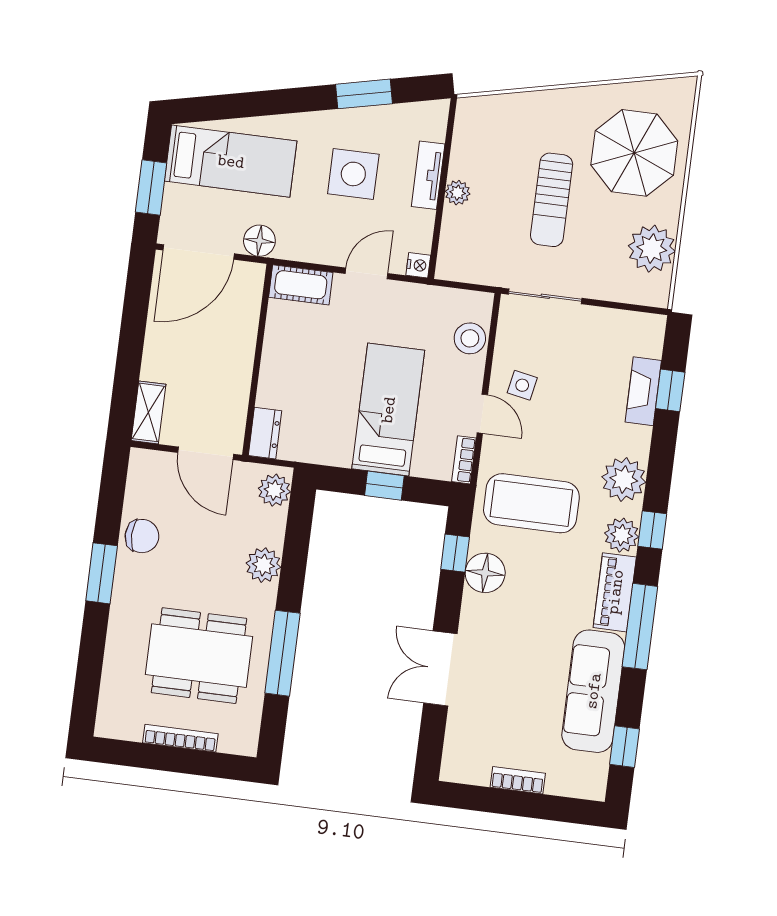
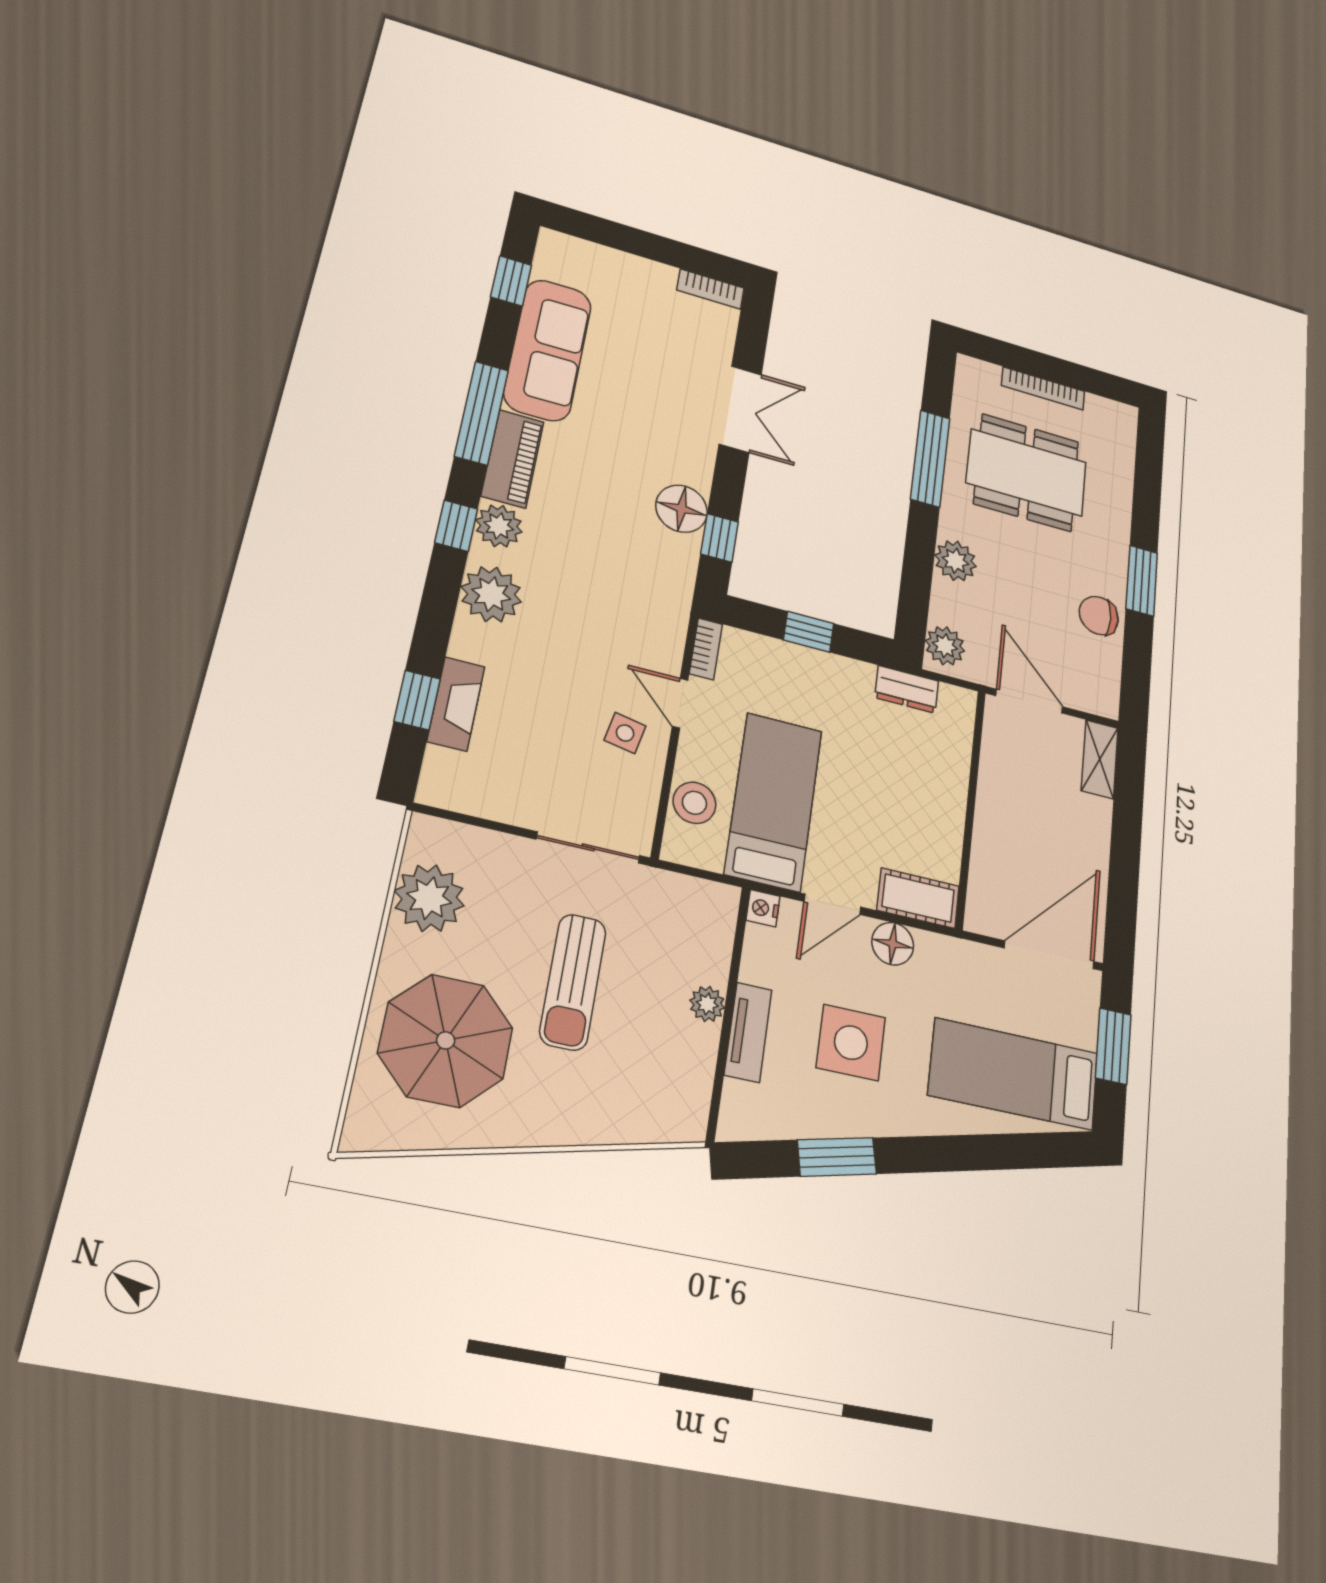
sun lounger: (552, 200) -> (573, 982), turned 180
floor lamp: (259, 241) -> (893, 944), moved
bed: (388, 410) -> (774, 802), moved, turned 180
dresser: (265, 433) -> (907, 689), moved, turned -90
coffee table: (531, 503) -> (618, 583), removed
bookcase: (518, 780) -> (710, 289), moved

